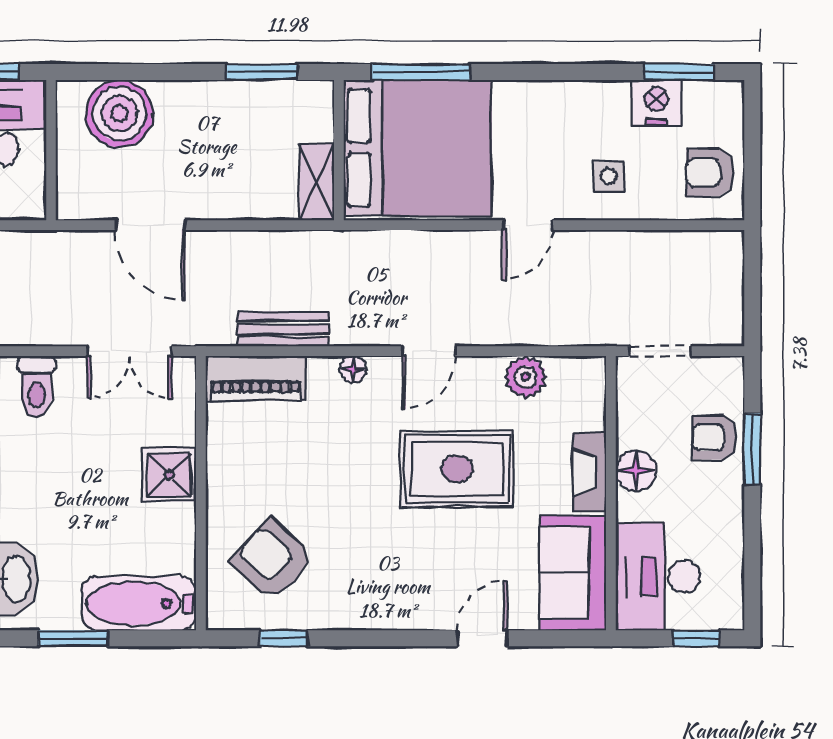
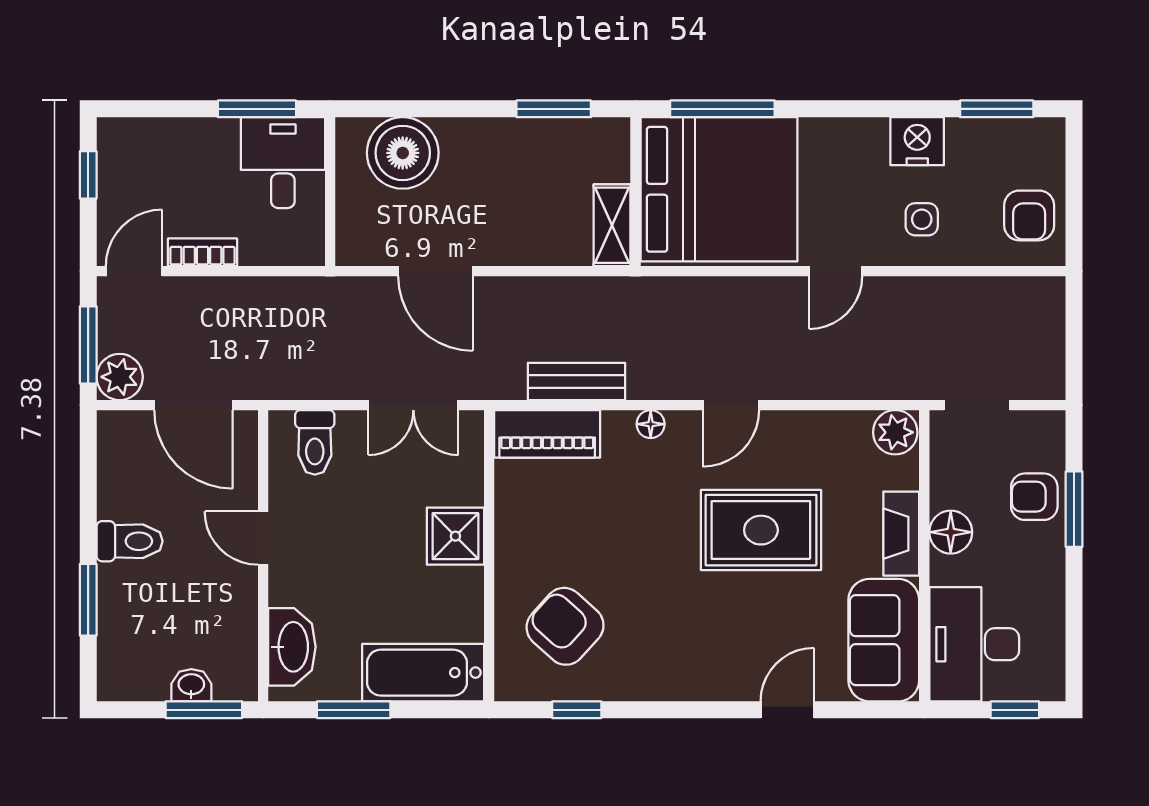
nightstand: (656, 103) -> (917, 141), moved
armchair: (710, 173) -> (1029, 215), turned -90
plant: (526, 377) -> (895, 432), moved

